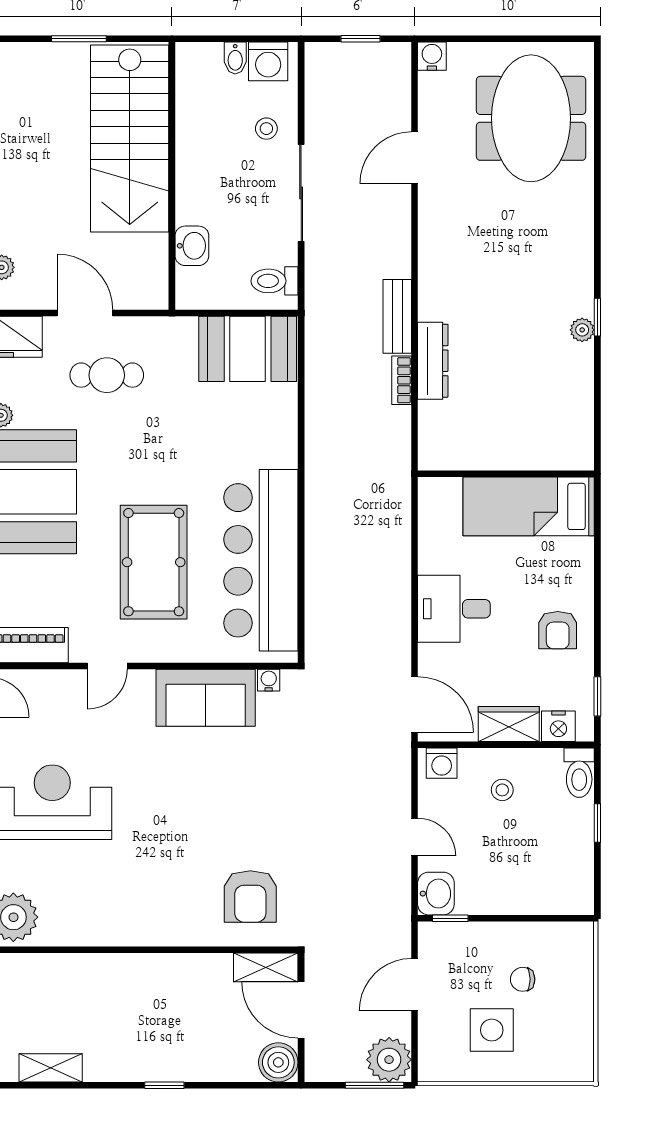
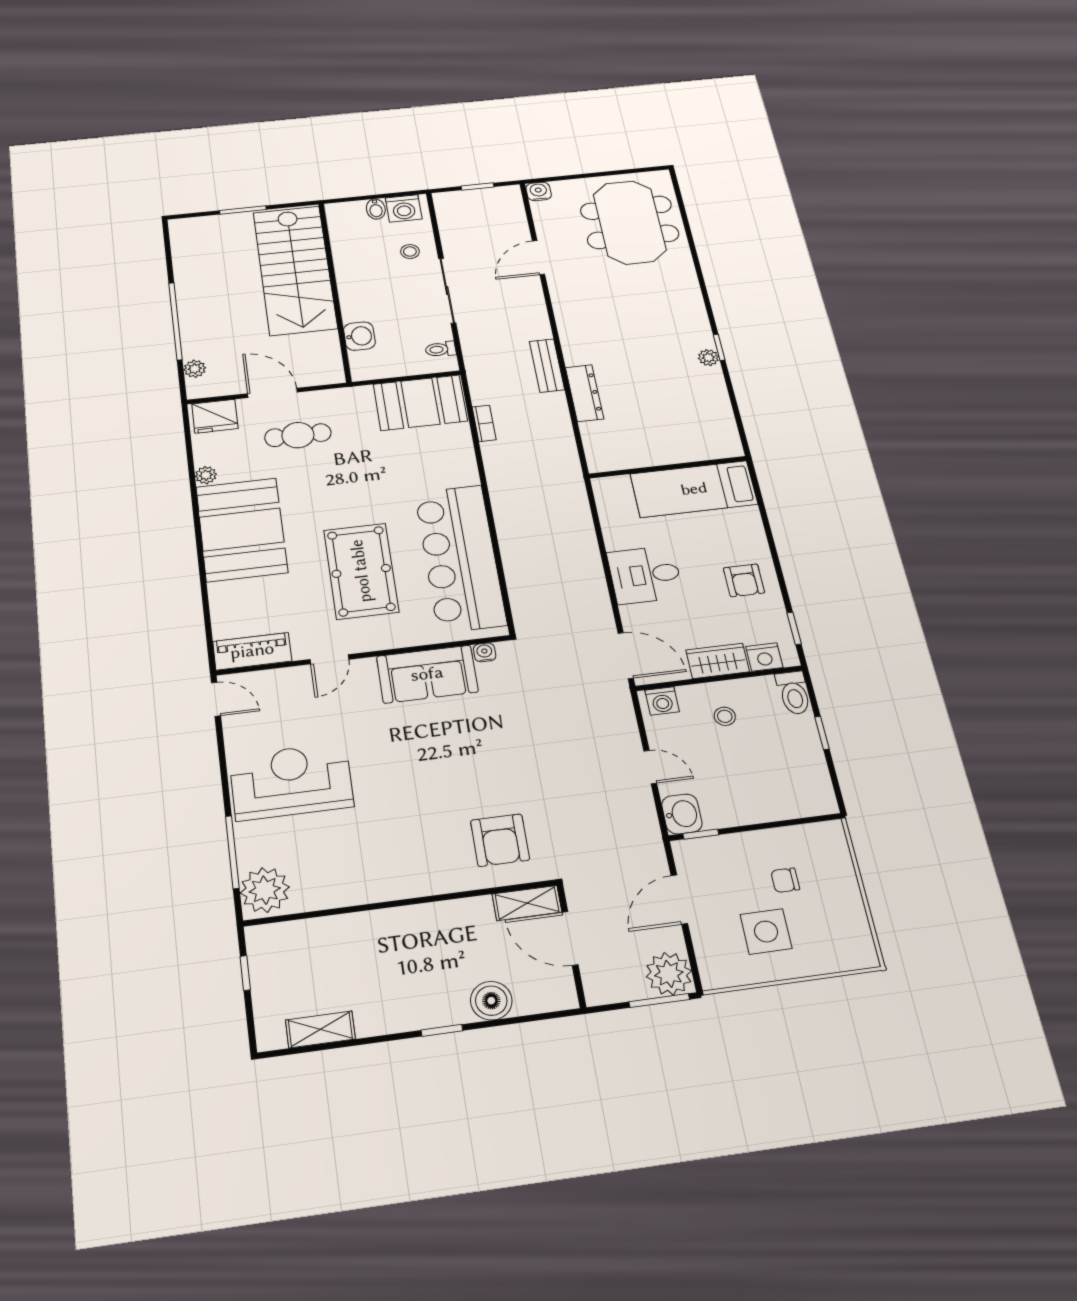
toilet: (275, 281) -> (441, 349), width x0.73, depth x0.72
bookcase: (402, 380) -> (484, 423), moved, turned 180
boiler: (278, 1062) -> (491, 1001), moved

